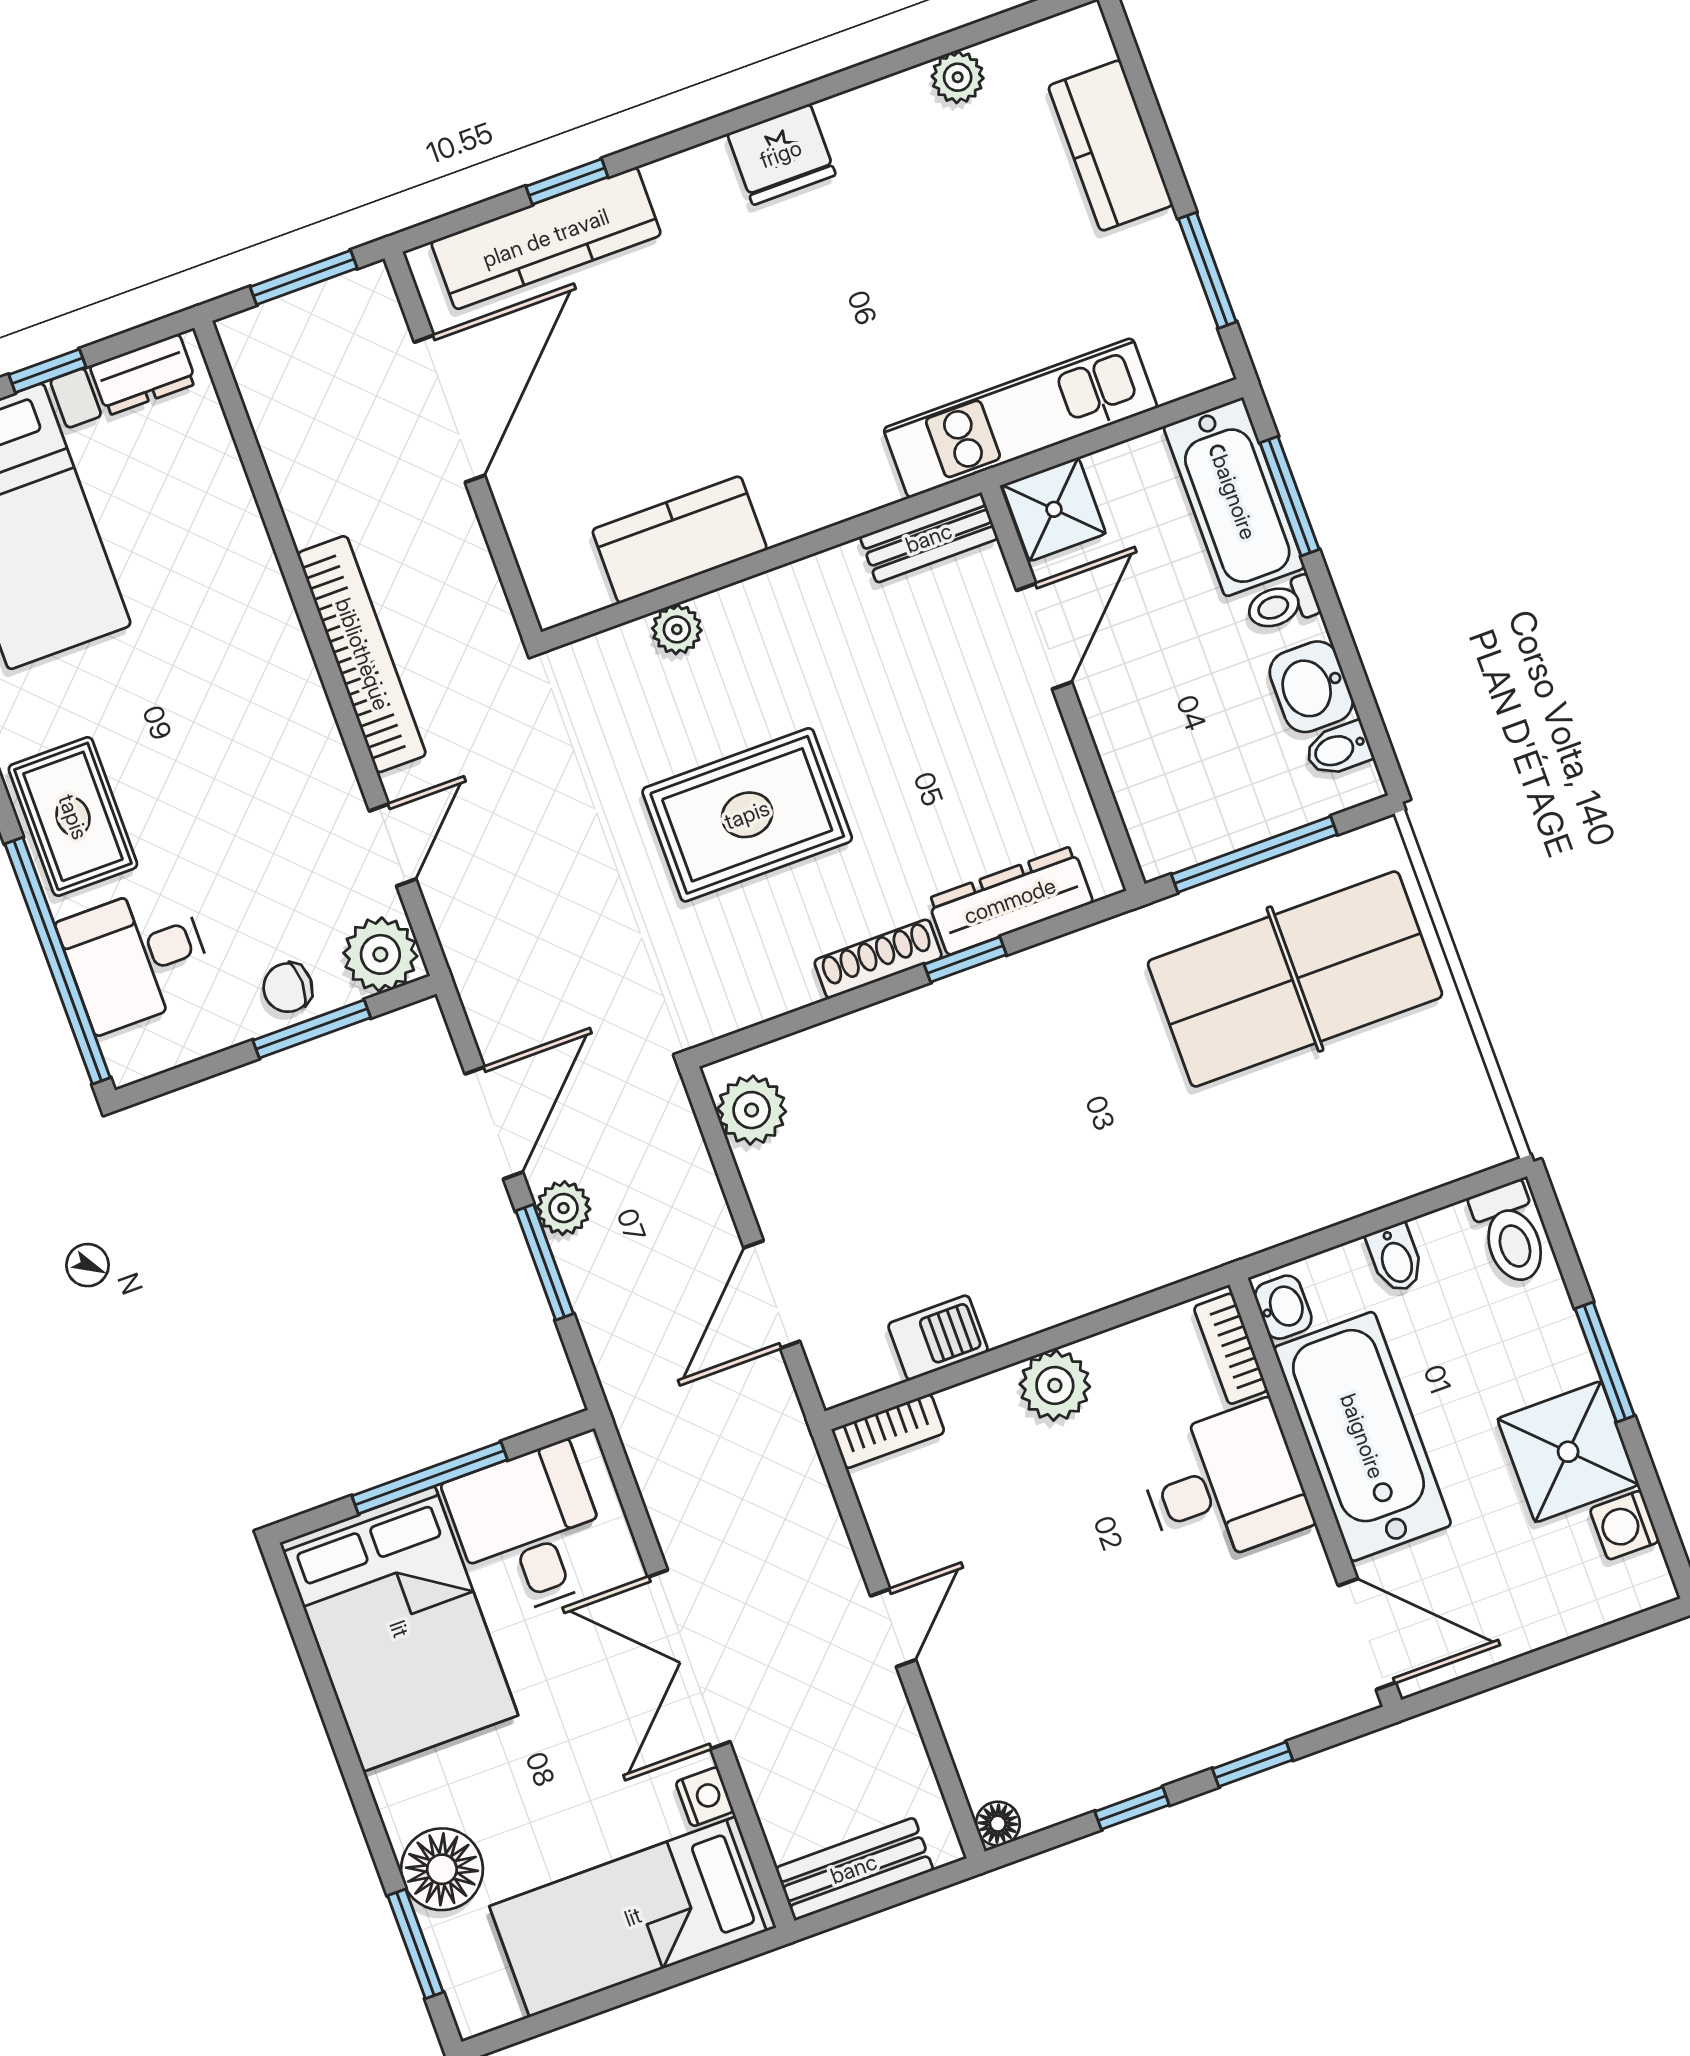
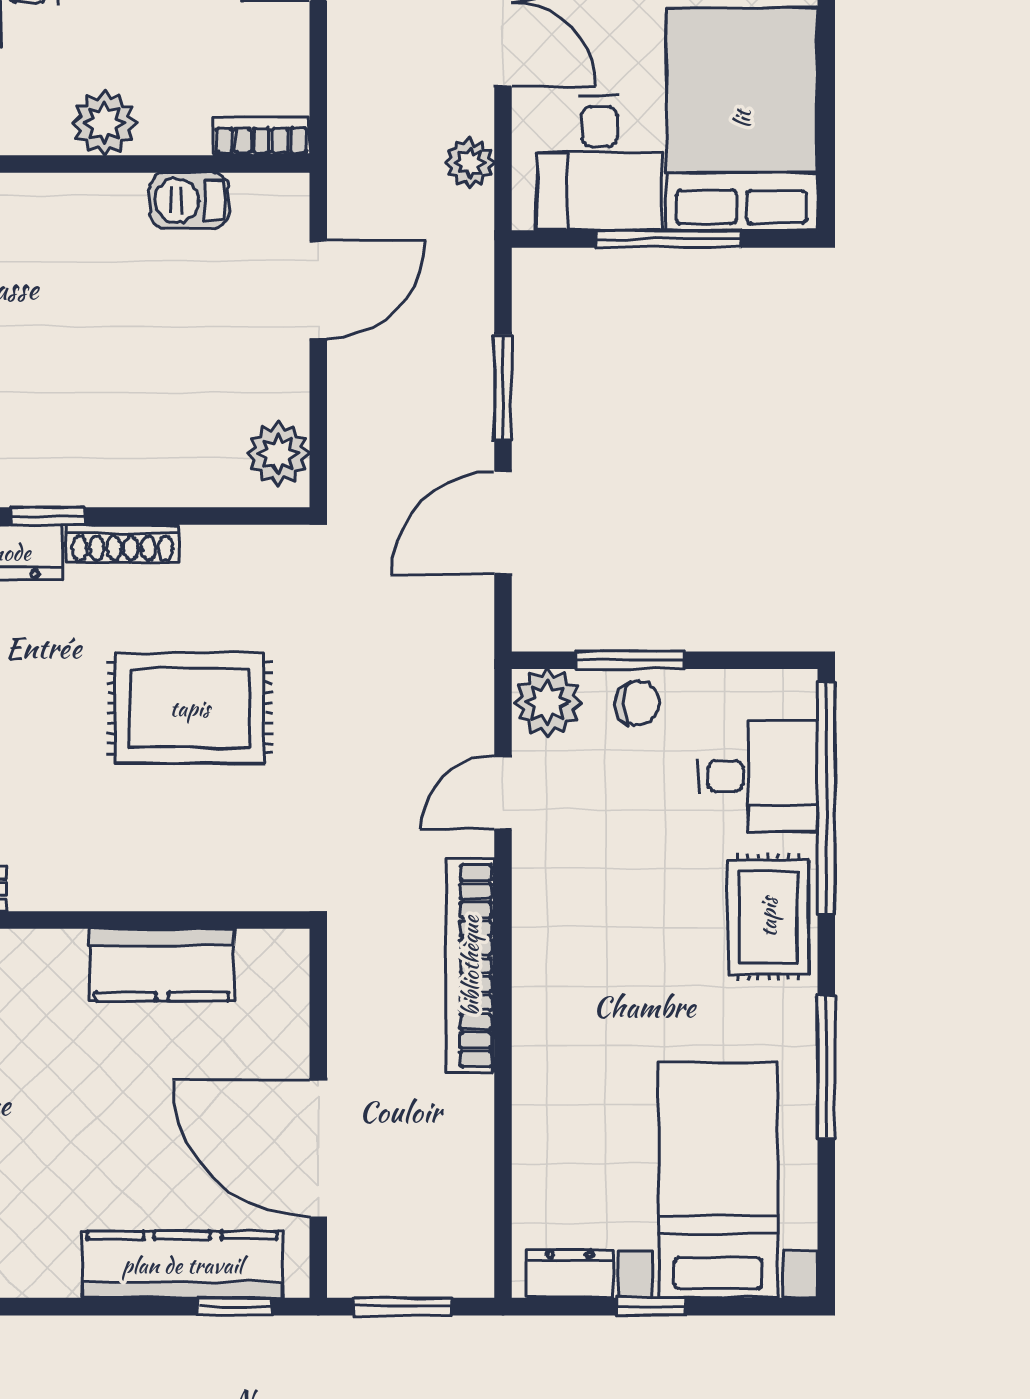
window: (567, 182) -> (235, 1307), moved
door: (449, 409) -> (318, 1149), hinge flipped
plant: (677, 629) -> (192, 889), removed
plant: (563, 1208) -> (470, 163), moved

